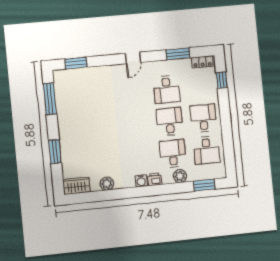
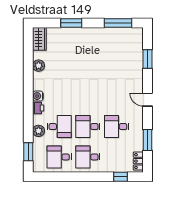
window: (76, 63) -> (147, 59), moved
desk: (203, 118) -> (88, 157), turned 180
desk: (170, 121) -> (88, 127), turned 180

